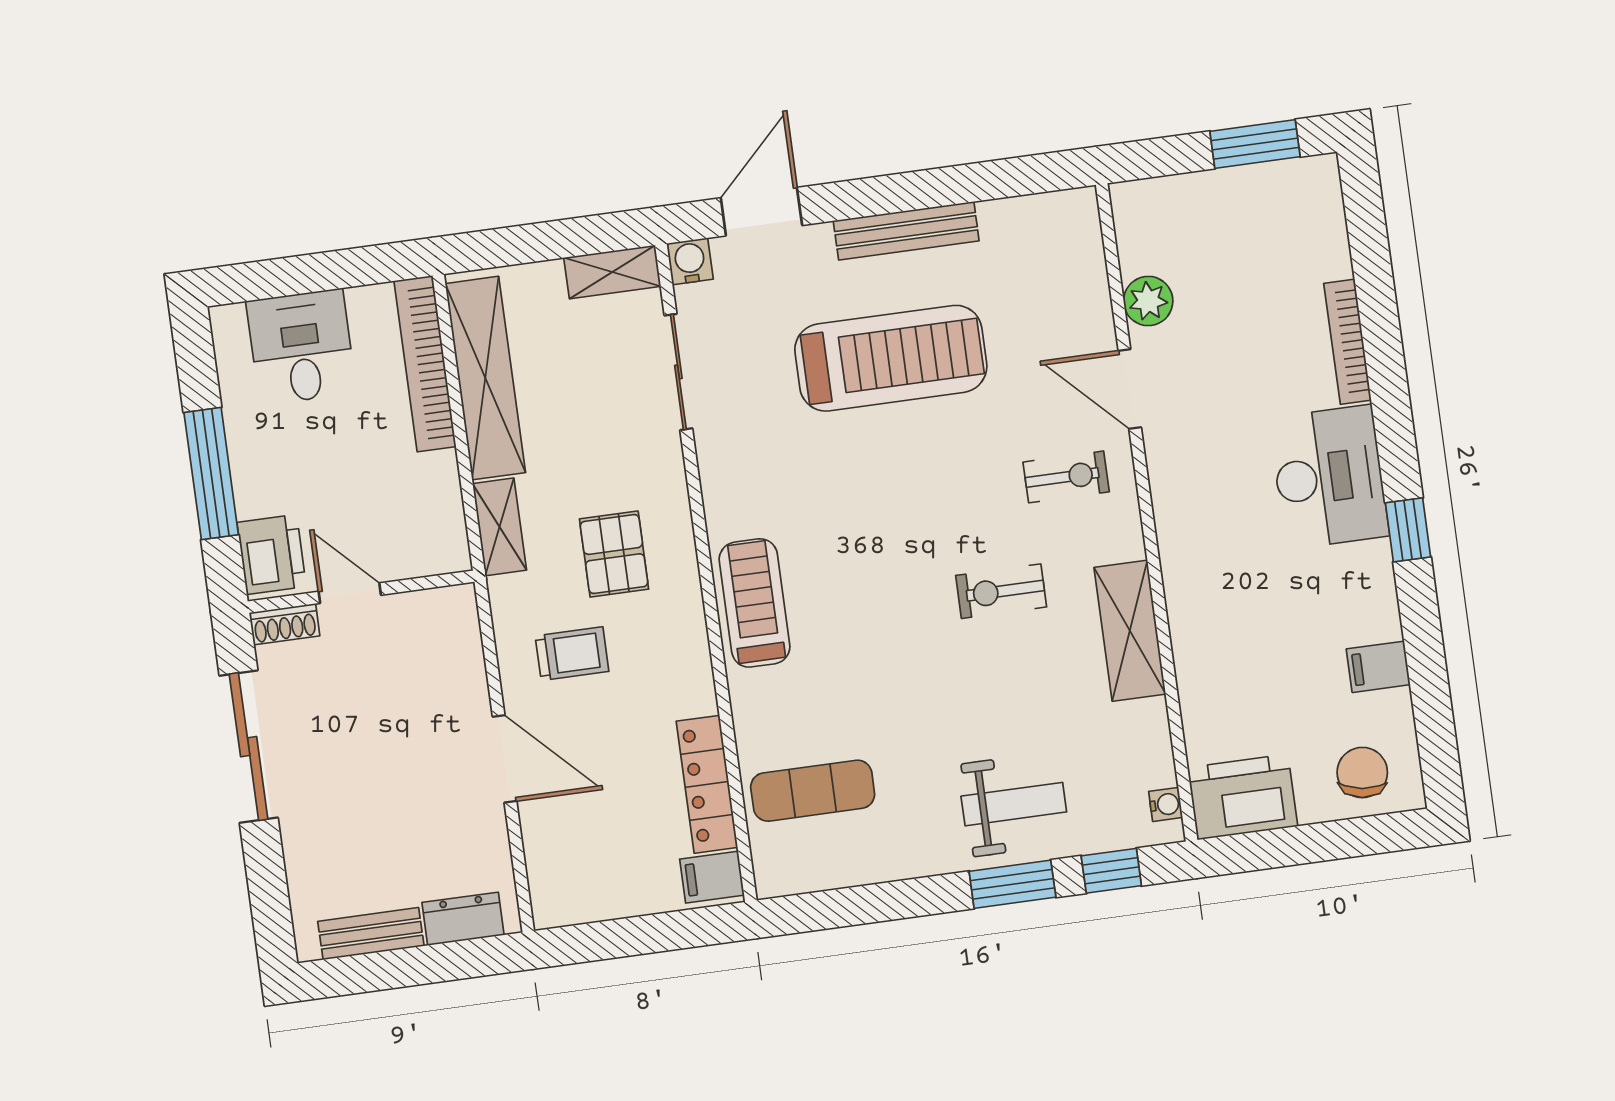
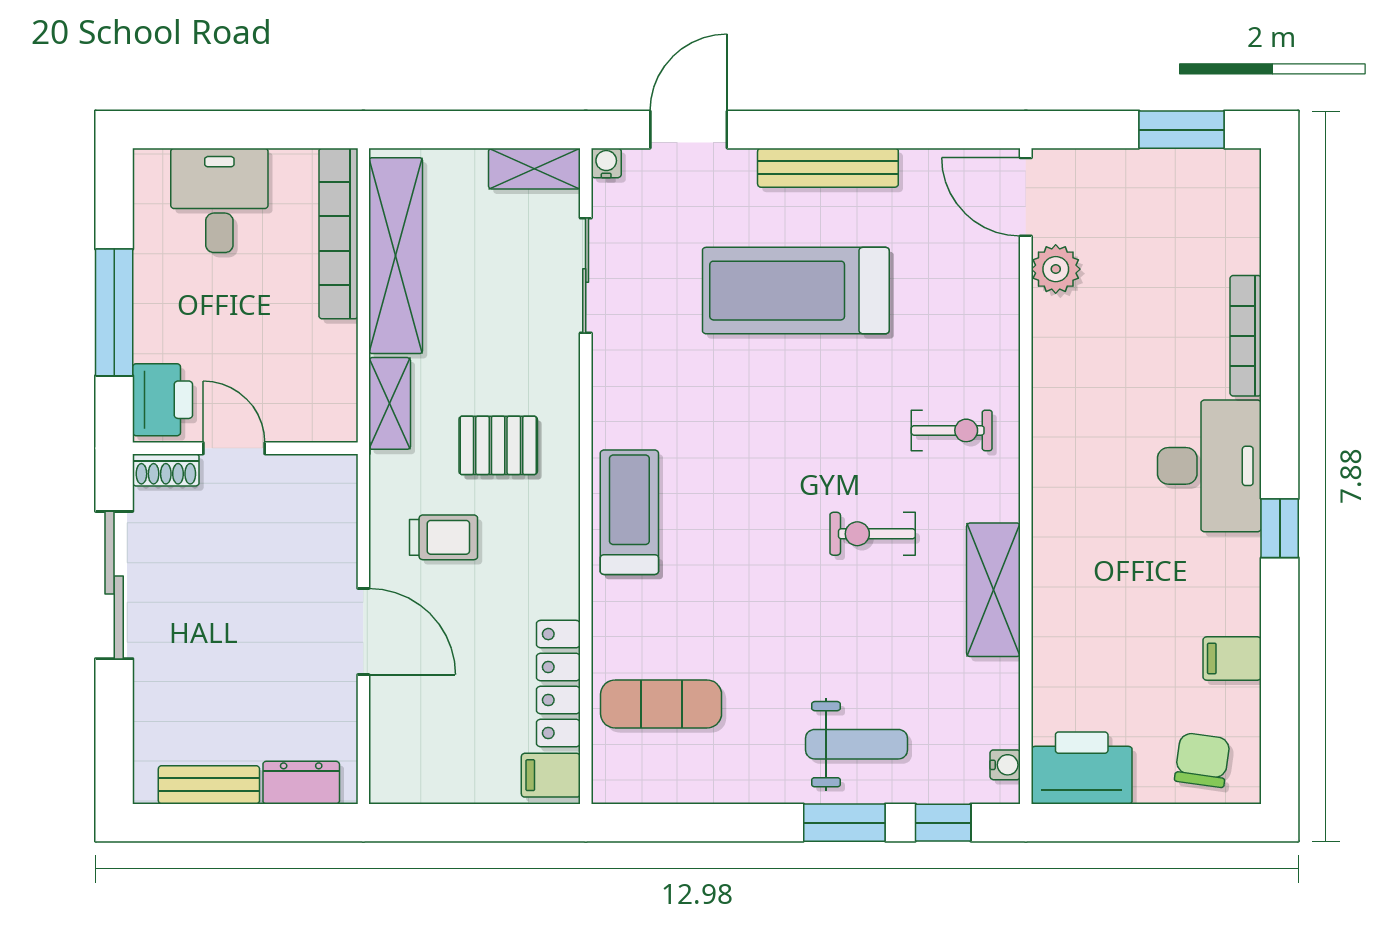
water cooler: (690, 261) -> (606, 163), width x0.72, depth x0.72
treadmill: (891, 358) -> (796, 291), turned 180
door: (1130, 389) -> (1026, 197), moved
pallet: (614, 554) -> (498, 445), turned 90

